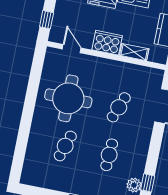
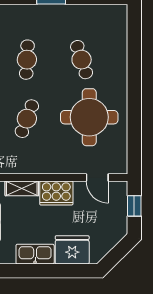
cafe table: (65, 146) -> (82, 60), turned -36

